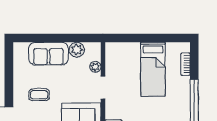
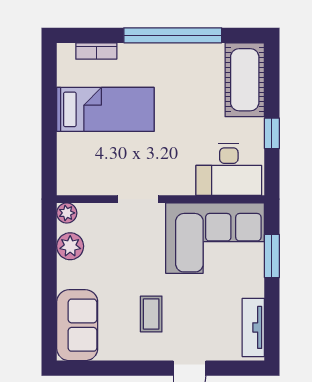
sofa: (48, 54) -> (77, 325), moved
plant: (95, 67) -> (67, 213), moved

